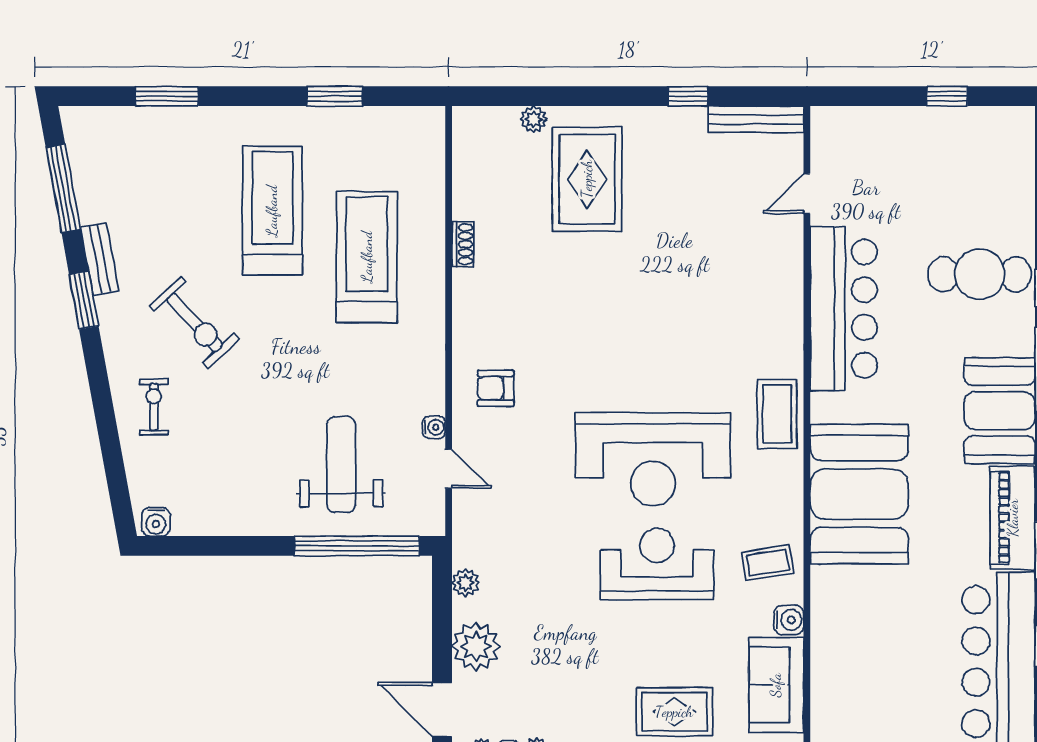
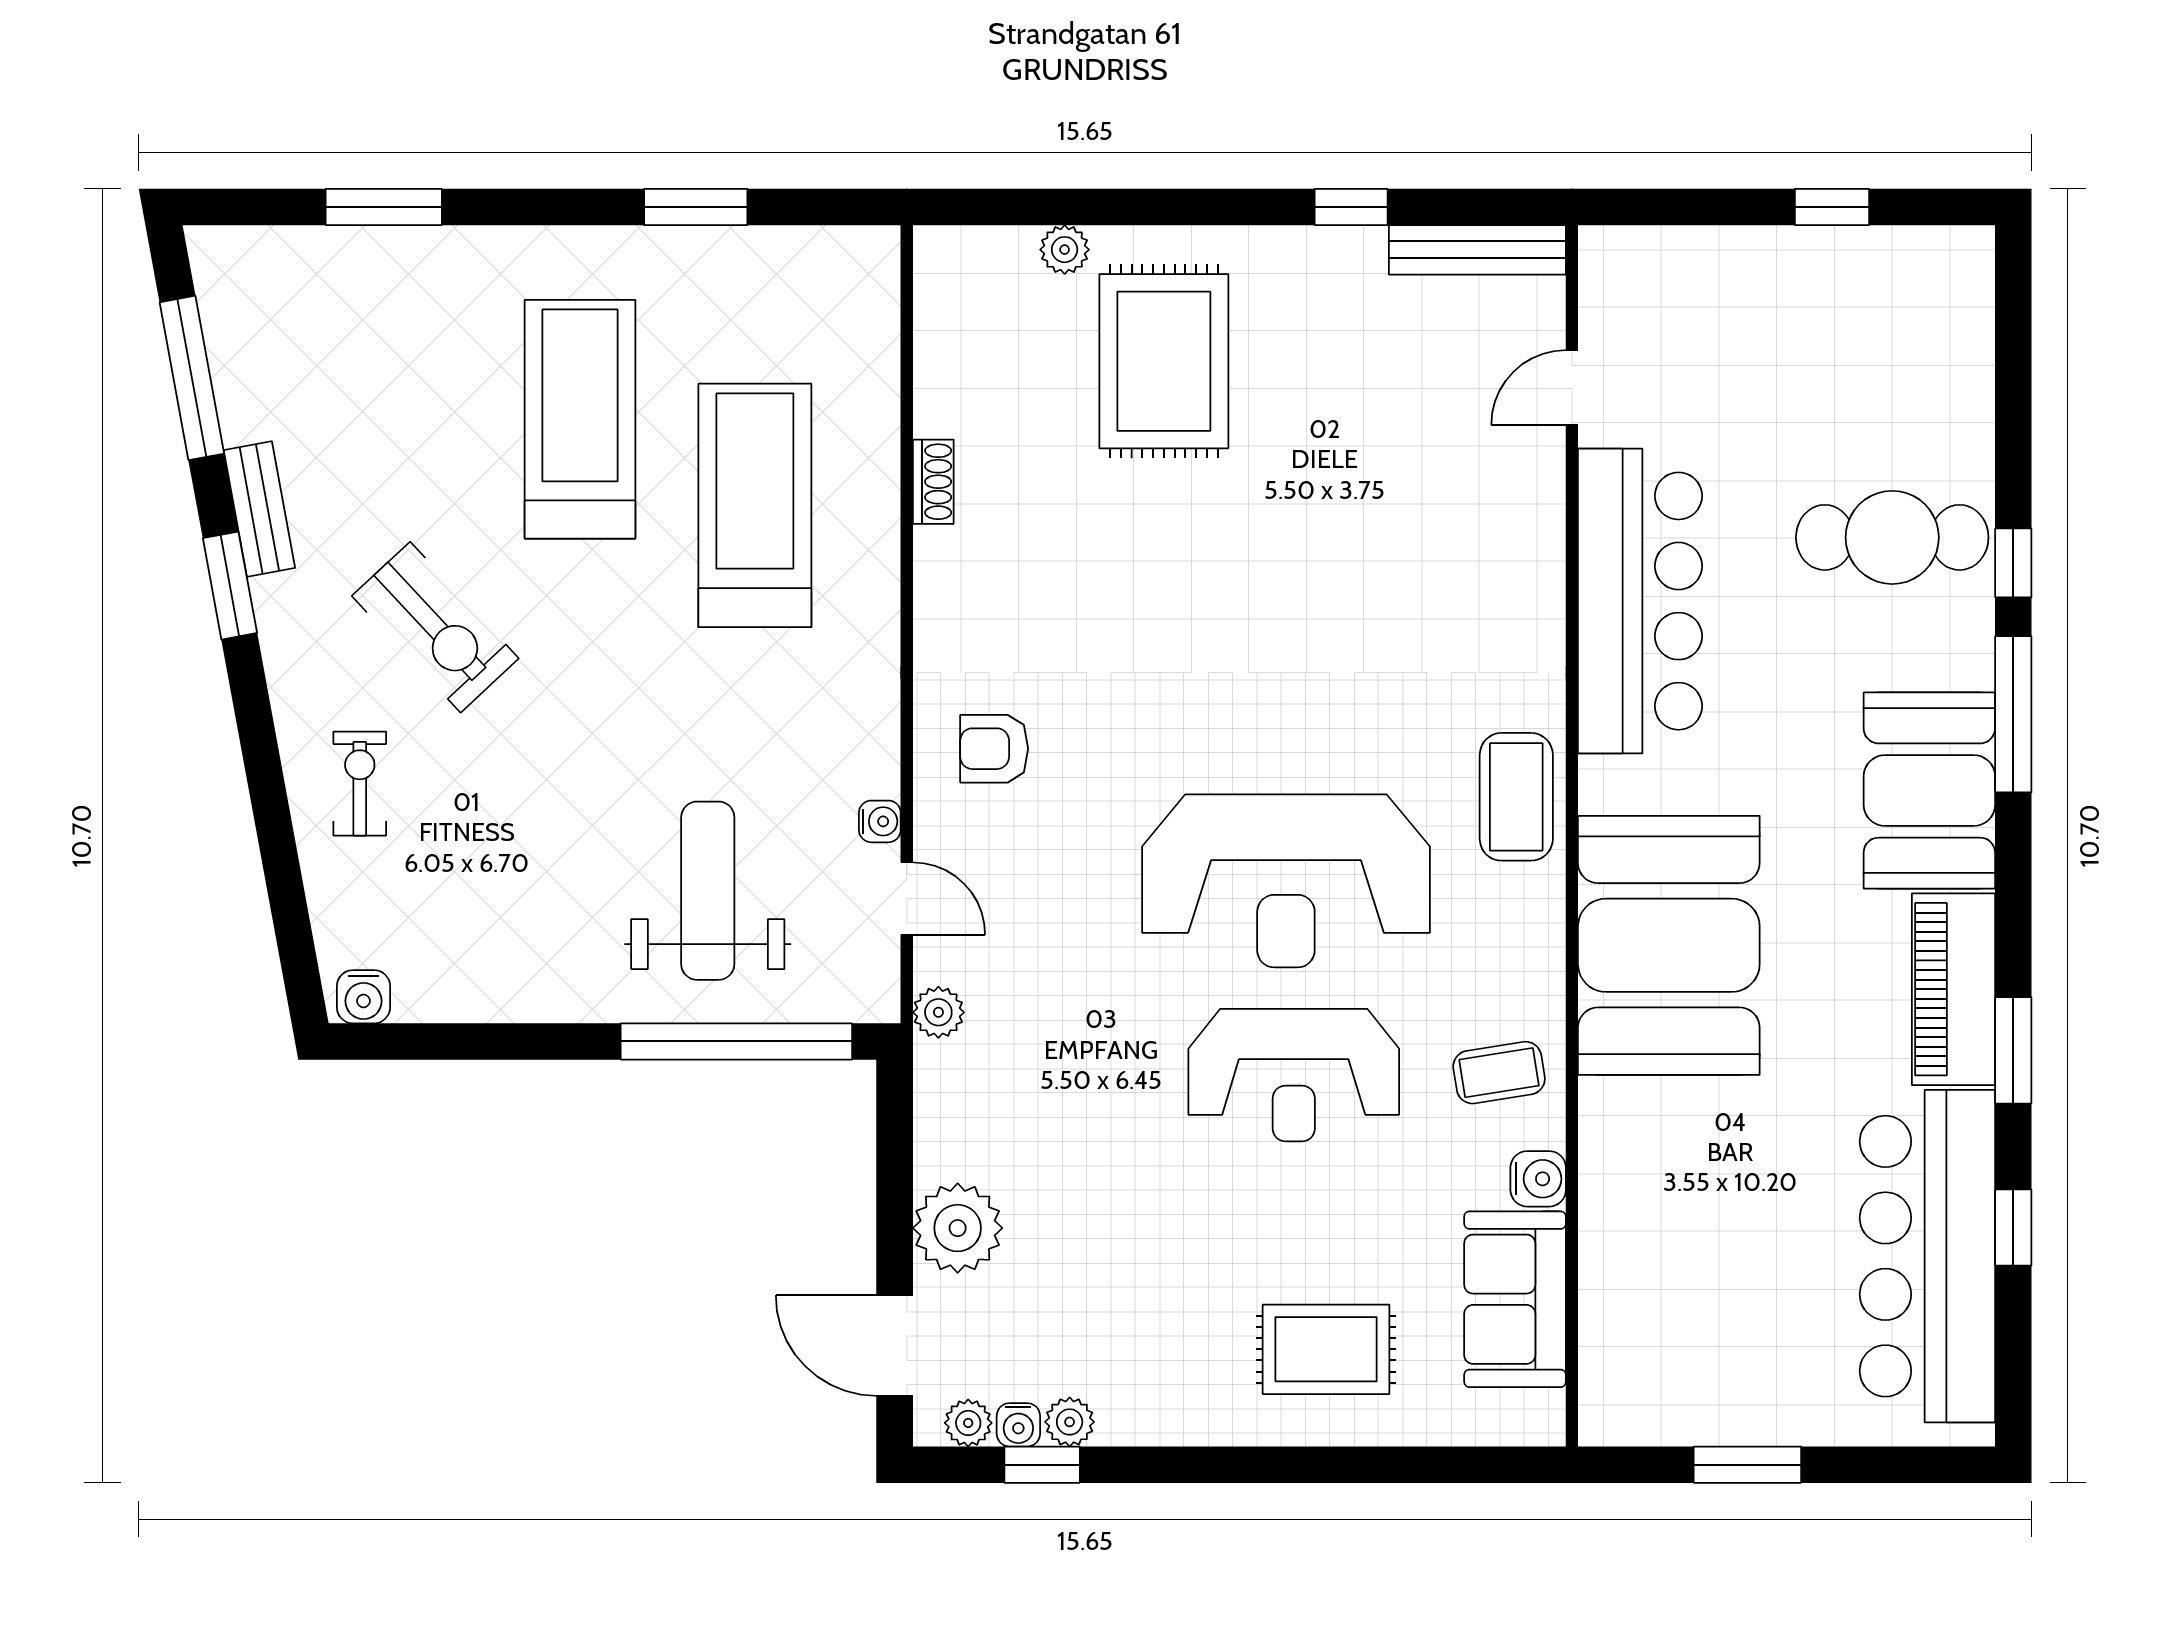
reception desk: (657, 564) -> (1294, 1075), turned 180
plant: (466, 583) -> (938, 1012), moved

